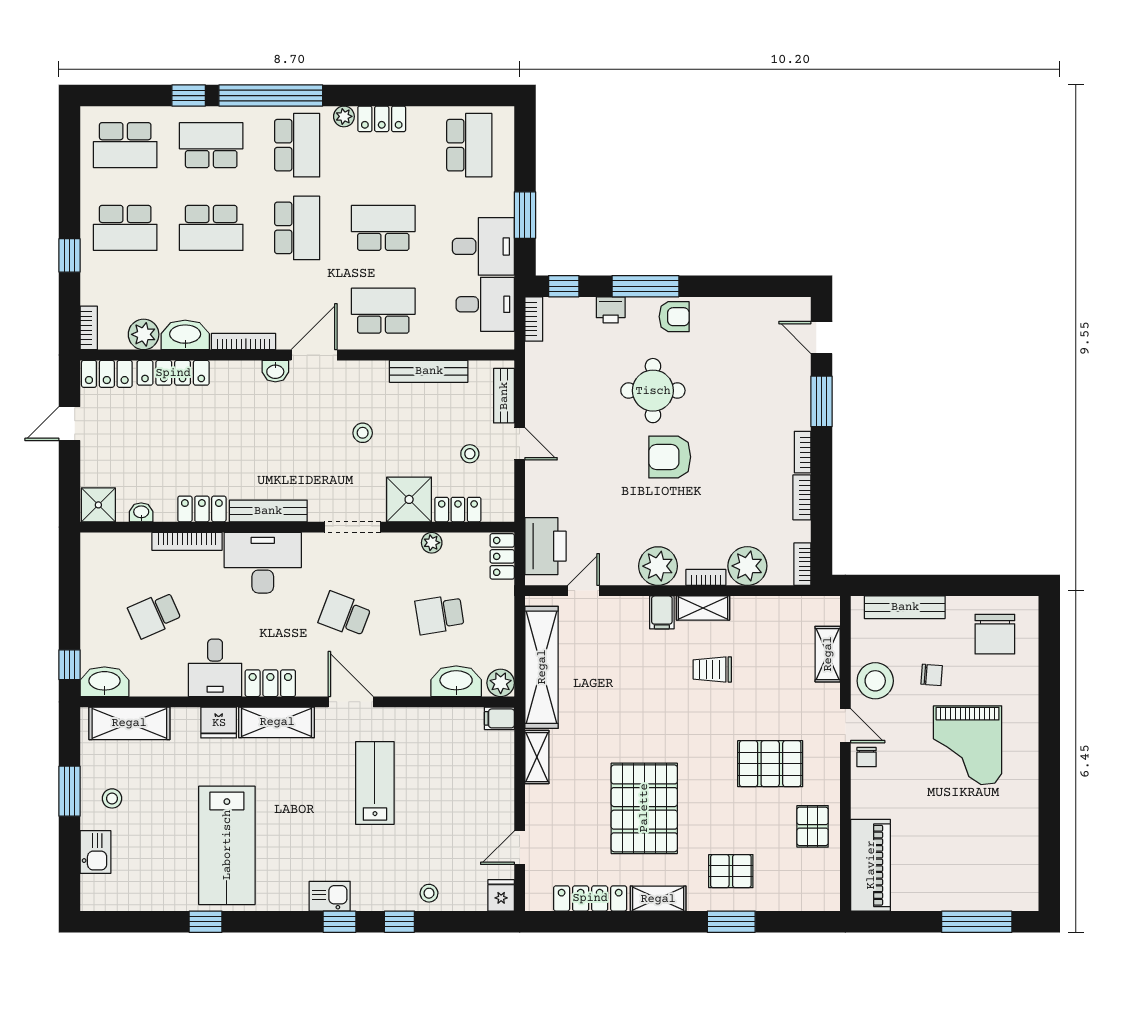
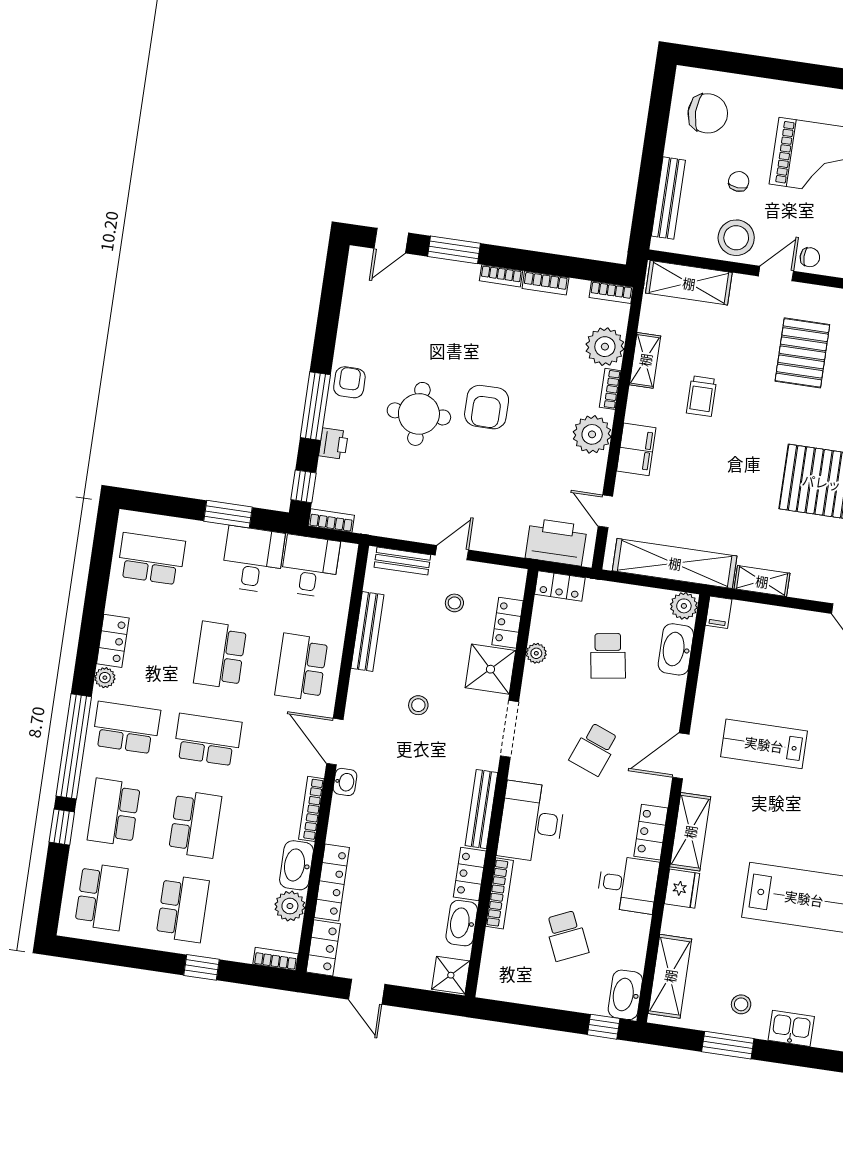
washbasin: (141, 512) -> (462, 923), width x1.91, depth x1.45
shelving: (703, 608) -> (645, 360), moved
filing cabinet: (662, 612) -> (636, 449), width x2.00
shelving: (828, 654) -> (689, 283), width x1.50, depth x1.33

